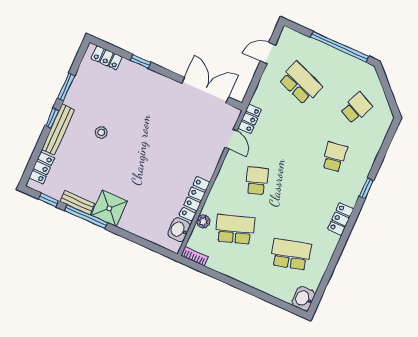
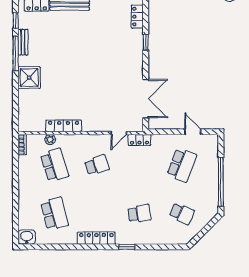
stool: (101, 132) -> (82, 37), removed
shower: (109, 208) -> (29, 78), moved
locker: (341, 219) -> (96, 238), width x1.53
washbasin: (179, 230) -> (36, 124), removed

